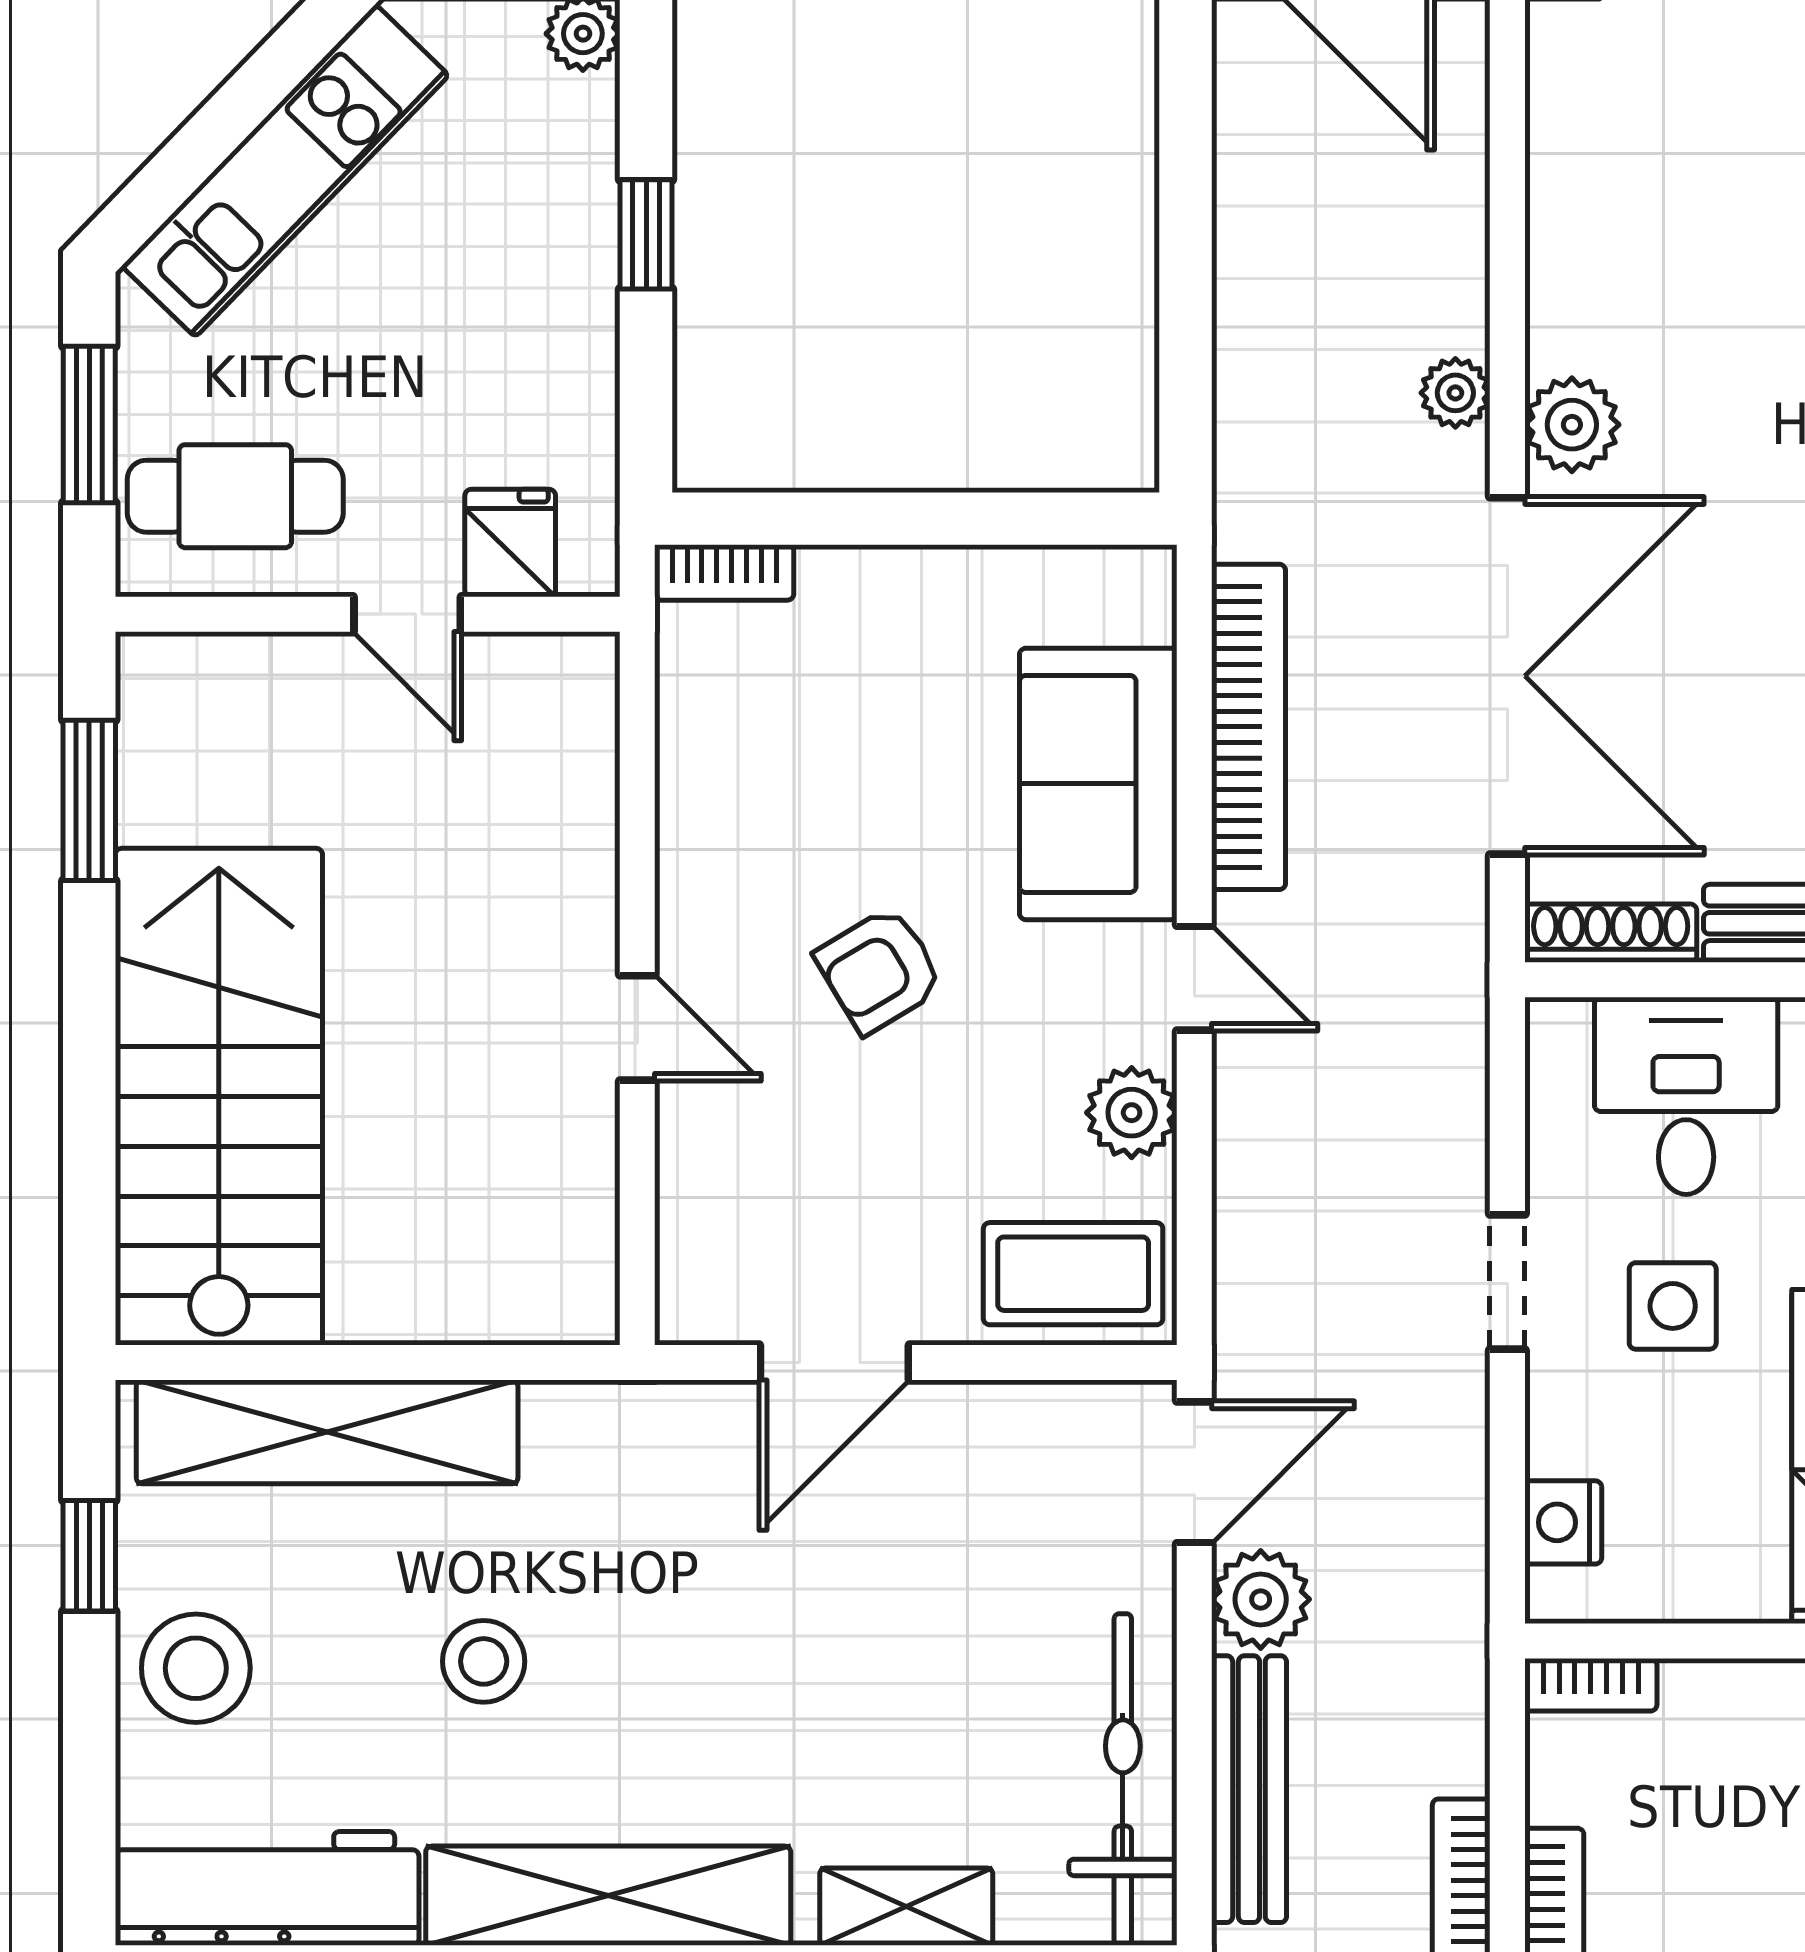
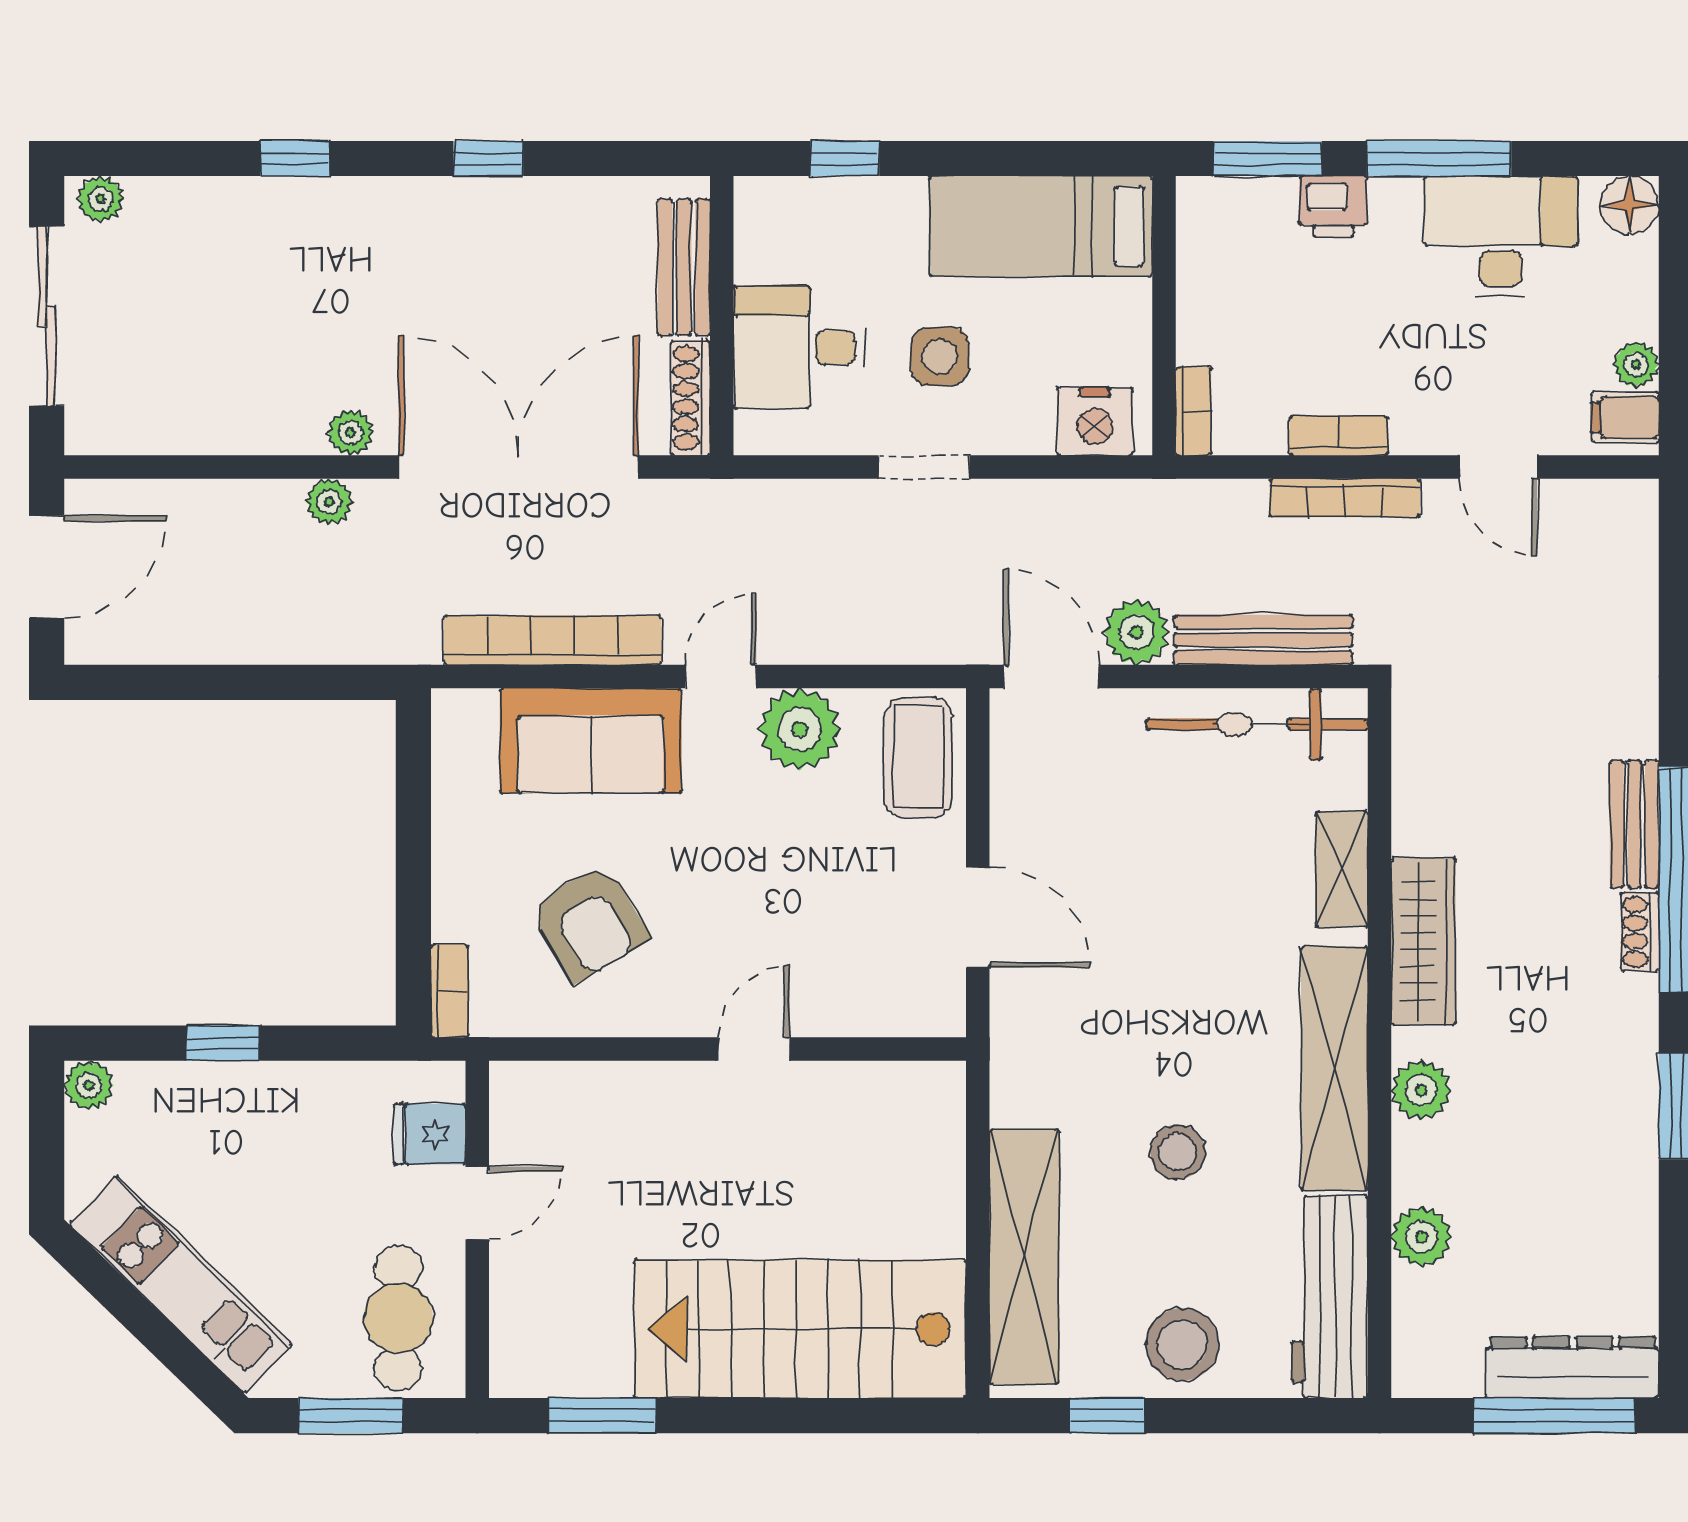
plant: (1572, 425) -> (350, 432), width x0.73, depth x0.73
armchair: (879, 970) -> (589, 923), moved, width x1.38, depth x1.38
plant: (1132, 1113) -> (800, 729), width x1.36, depth x1.36
nightstand: (1563, 1522) -> (1095, 421), width x1.36, depth x1.33

